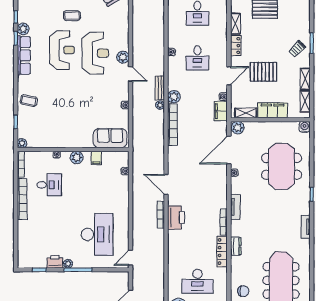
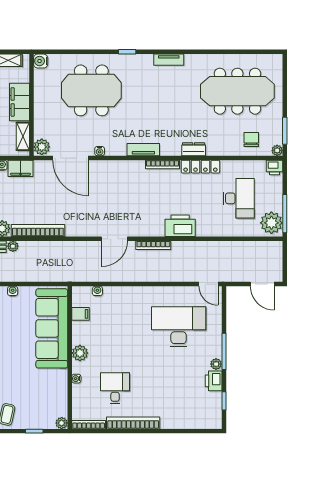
sofa: (110, 138) -> (52, 328), width x1.85, depth x1.27
filing cabinet: (96, 158) -> (80, 314), moved
printer: (176, 218) -> (180, 226), moved

